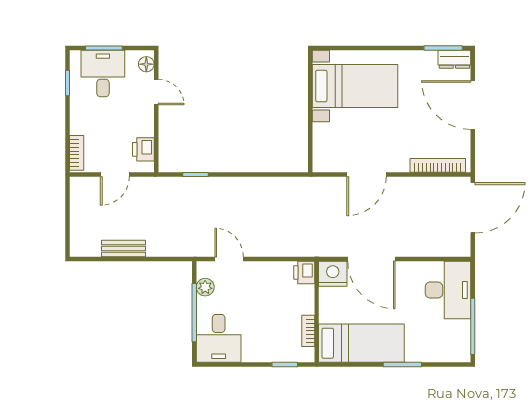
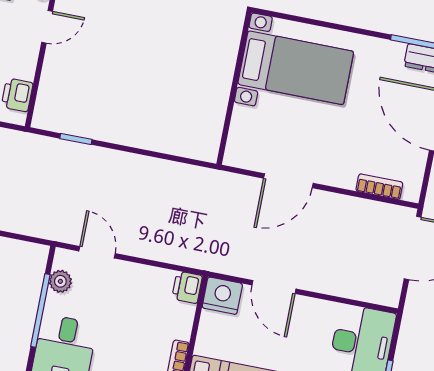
door: (156, 92) -> (47, 27), hinge flipped
bookcase: (438, 165) -> (379, 187), width x0.64
door: (371, 259) -> (274, 287), width x0.73

